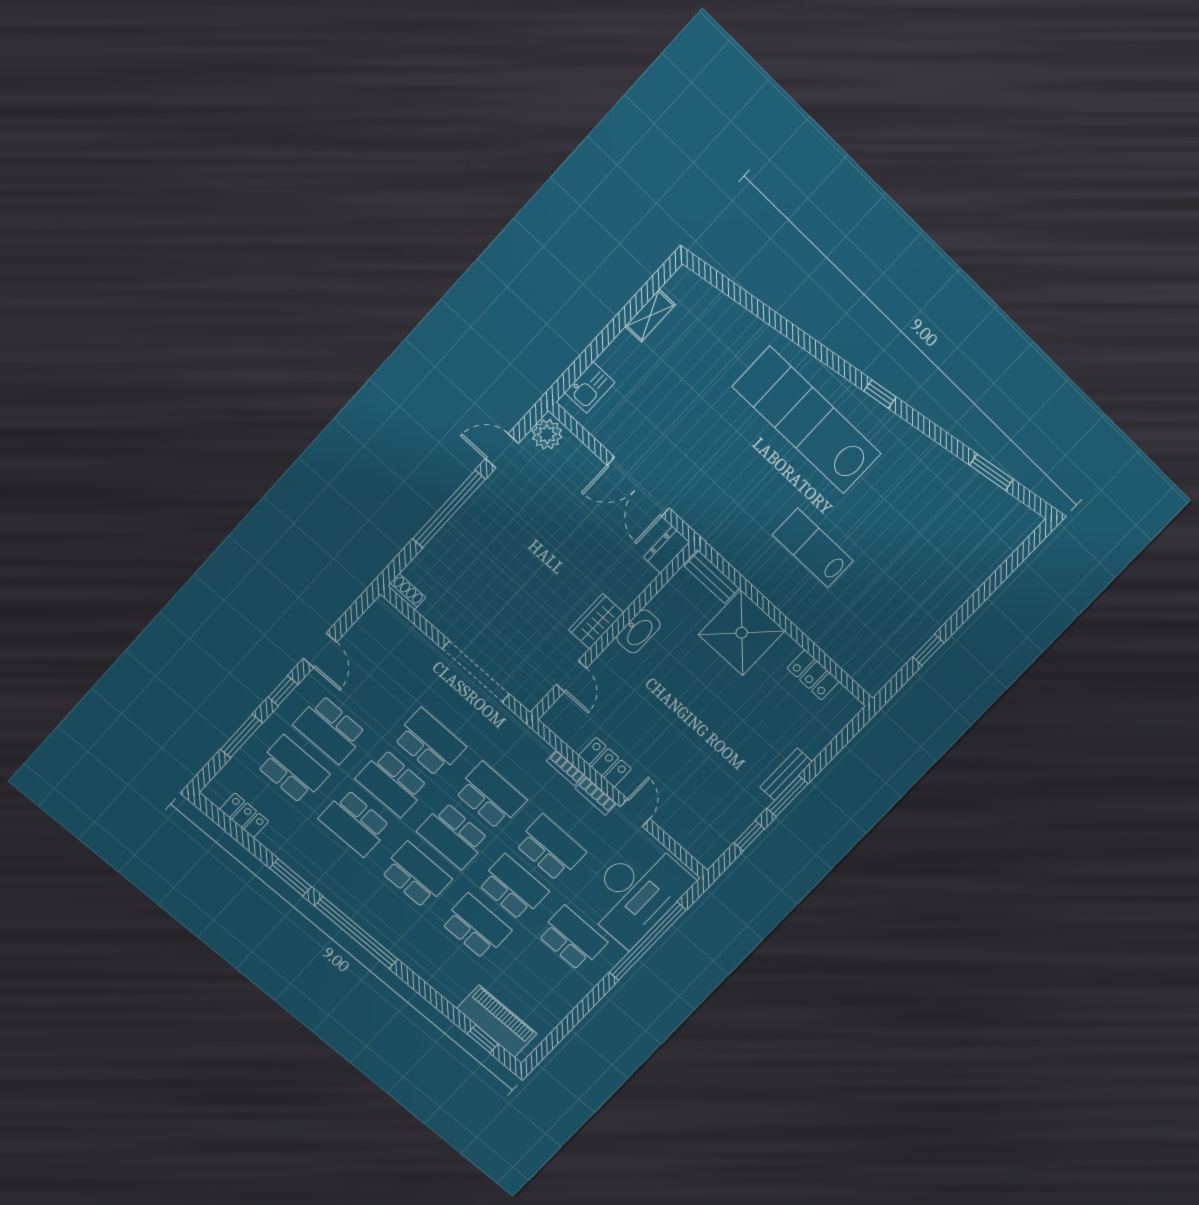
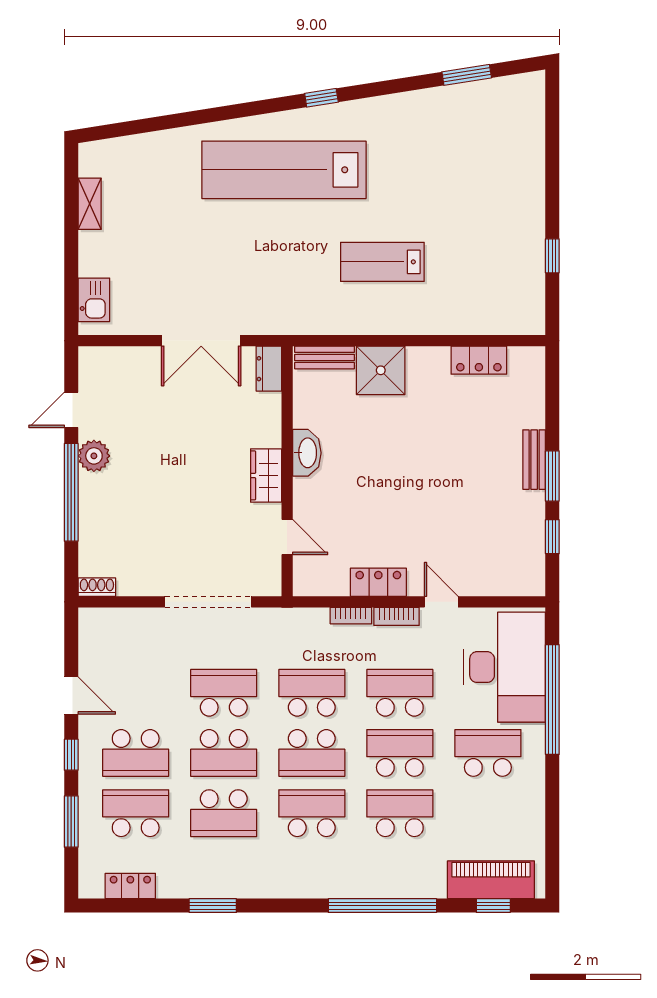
plant: (547, 434) -> (94, 456), moved
shower: (742, 633) -> (381, 370), width x0.73, depth x0.73
window: (356, 933) -> (382, 906), moved

